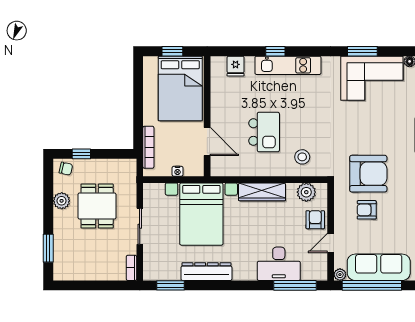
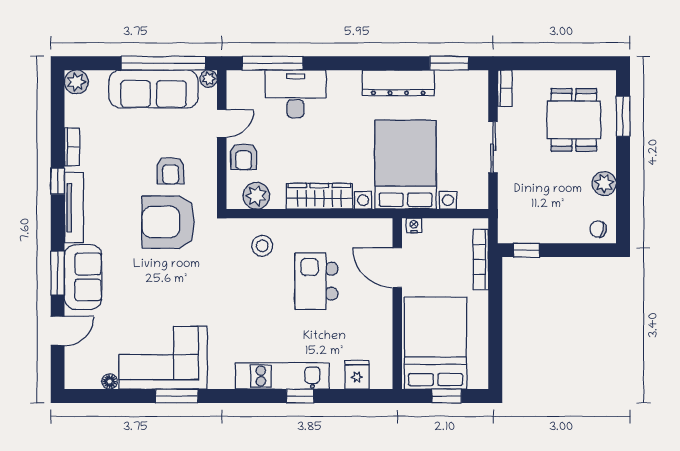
window: (81, 154) -> (526, 250), moved
nightstand: (178, 171) -> (414, 225), moved
dining table: (97, 206) -> (574, 120), moved
armchair: (367, 210) -> (171, 171), turned 90

